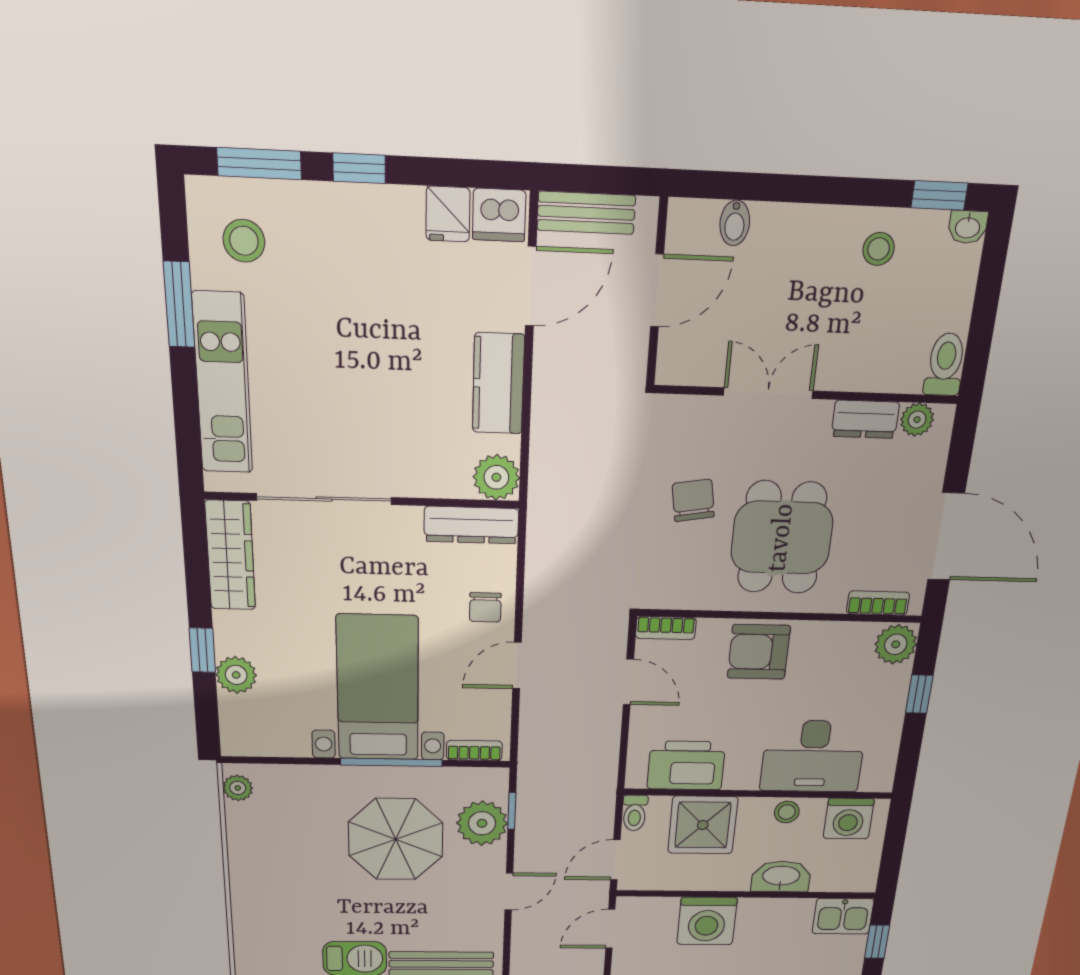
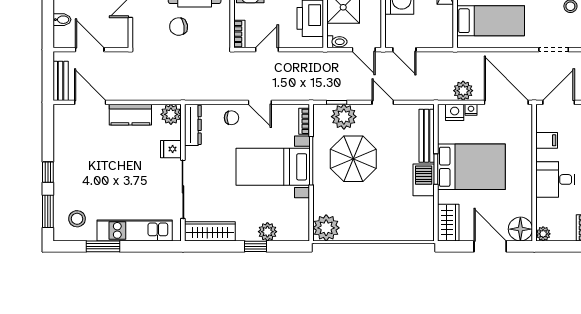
fridge: (448, 214) -> (171, 149), moved, turned 180
dishwasher: (499, 215) -> (63, 116), removed
plant: (238, 788) -> (326, 228), width x1.87, depth x1.87

